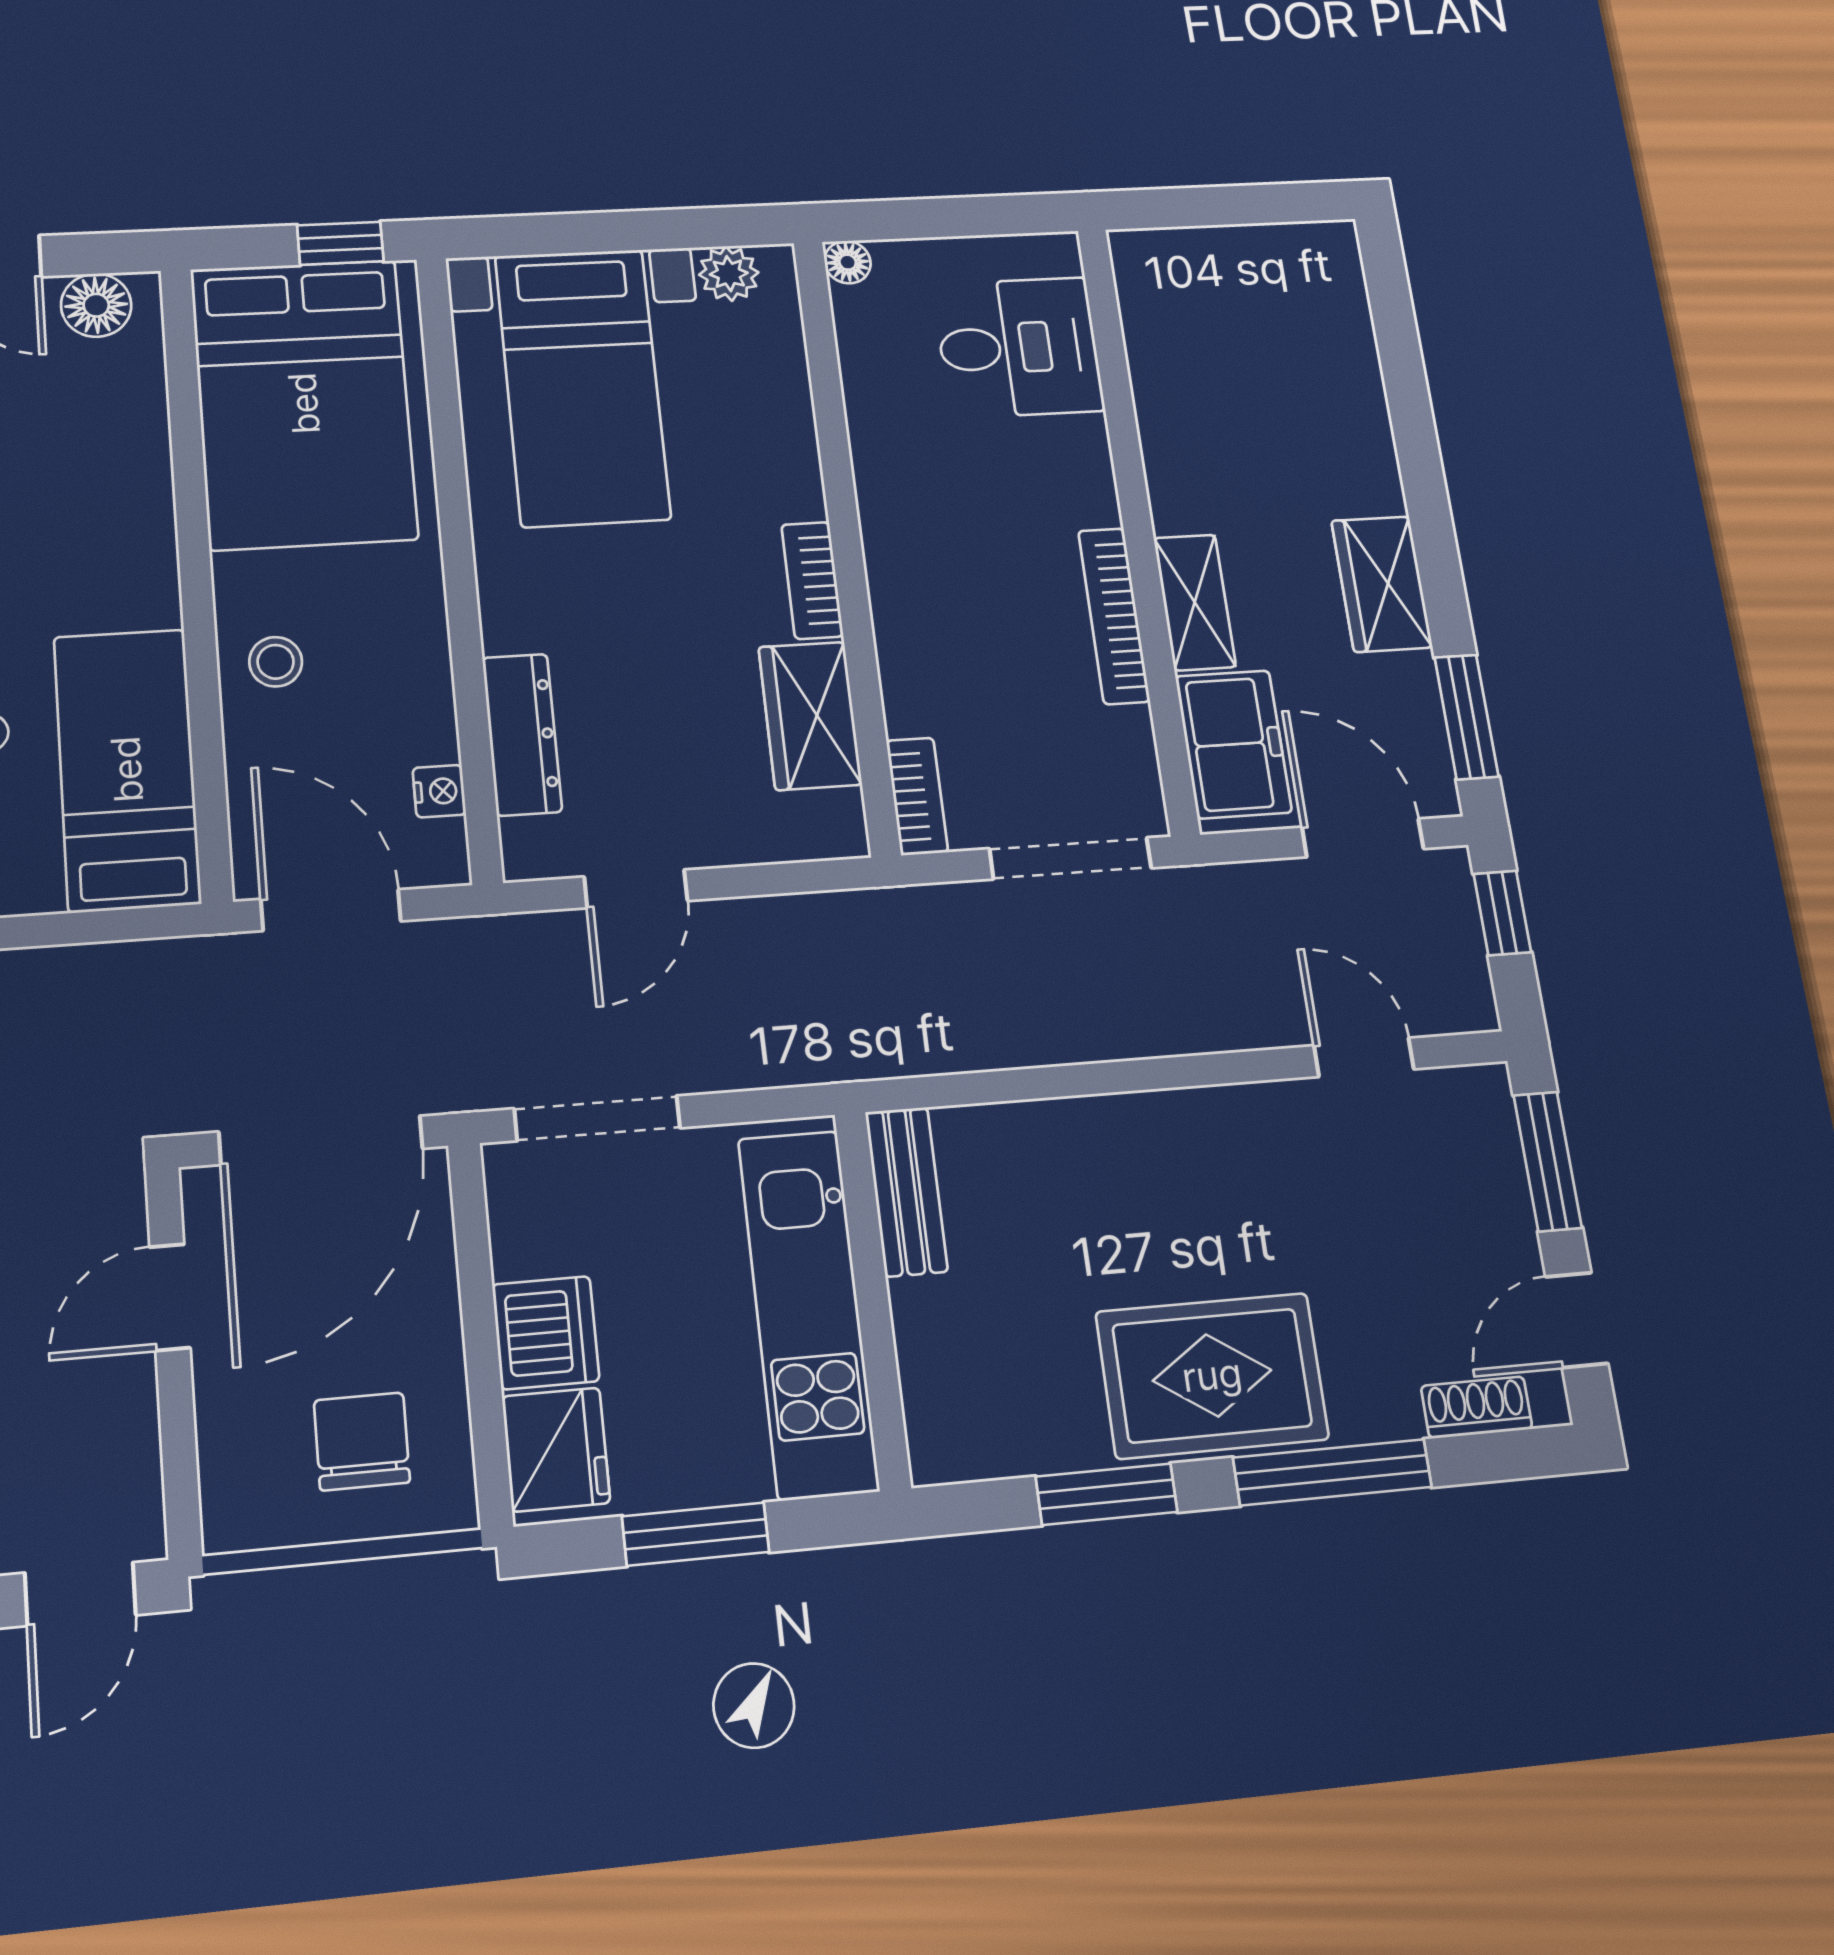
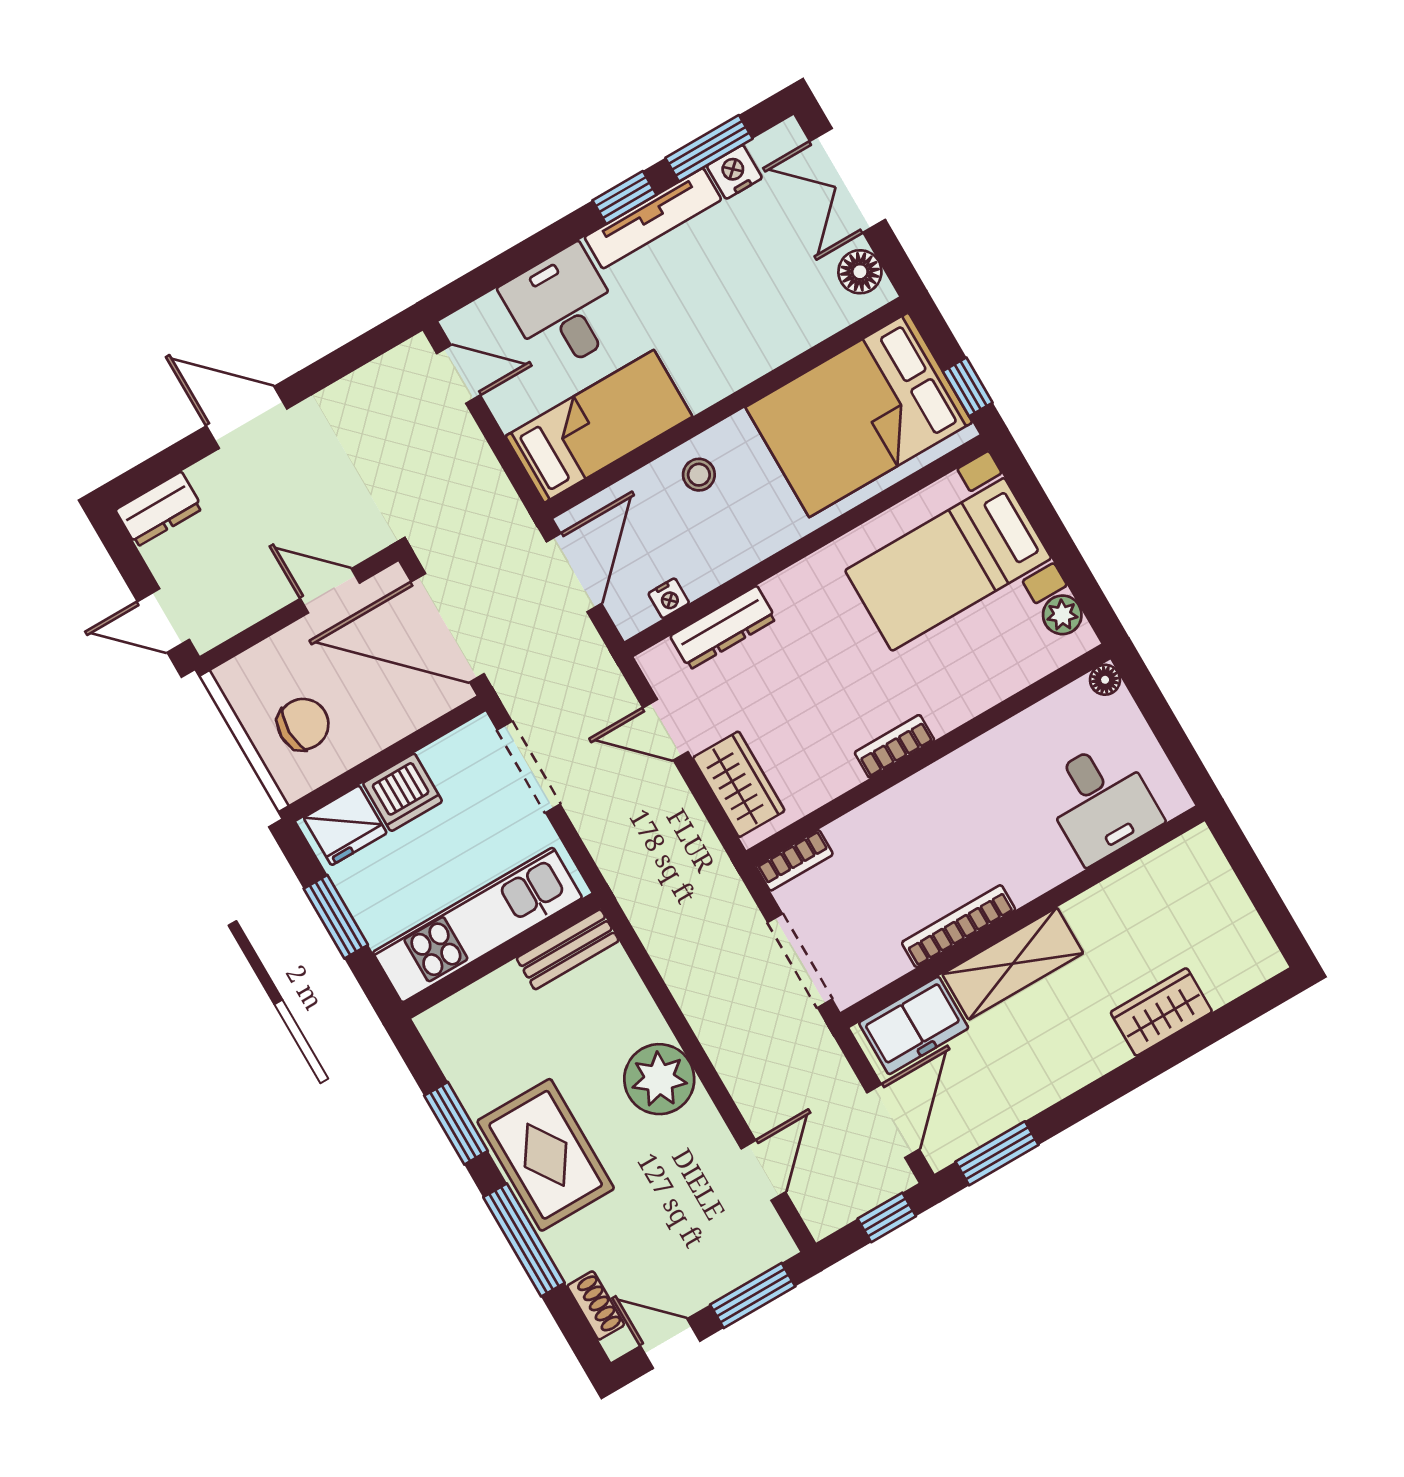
wardrobe: (1382, 584) -> (1161, 1012), moved
shelving: (1195, 602) -> (1013, 964), width x1.50, depth x1.33
wardrobe: (810, 716) -> (739, 784), moved, turned 90
plant: (1164, 1147) -> (659, 1079), added

